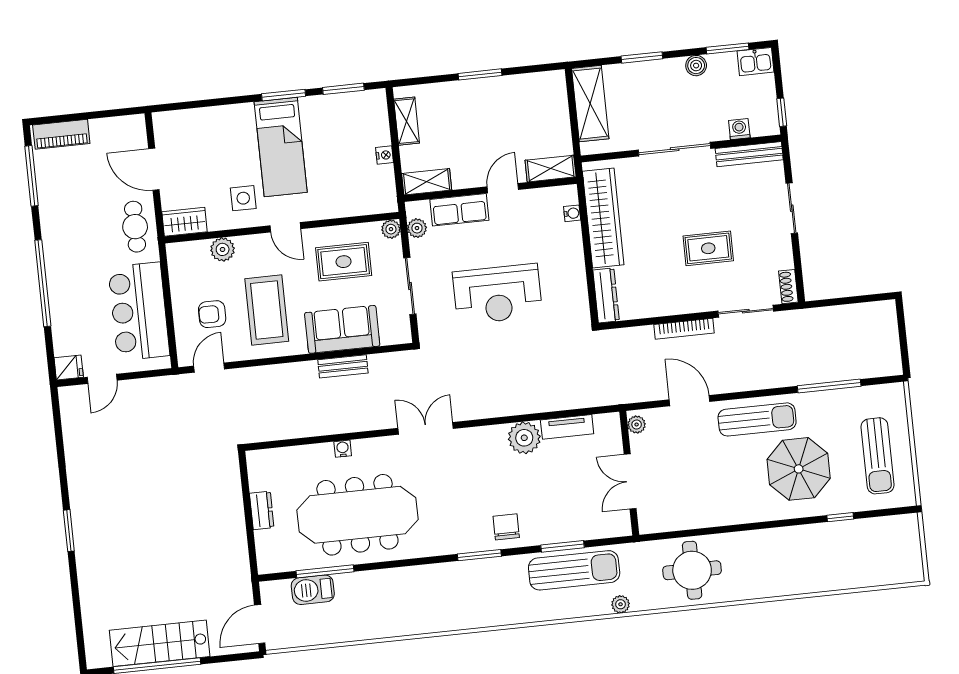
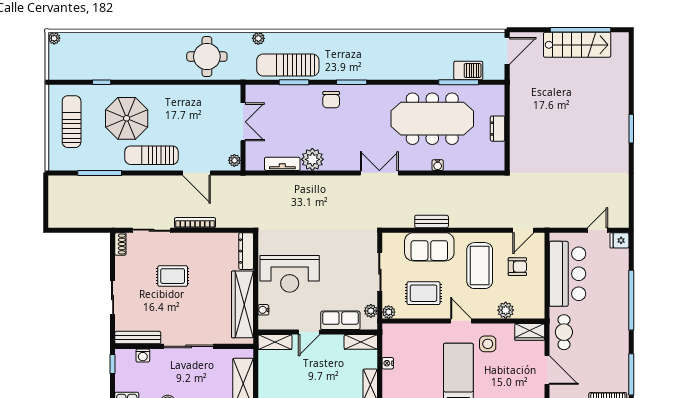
reception desk: (498, 294) -> (290, 274), moved, turned 180
double door: (426, 428) -> (379, 173), swing flipped
plant: (915, 574) -> (54, 38), added

